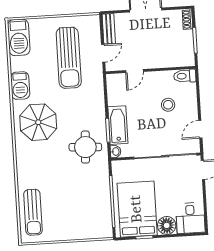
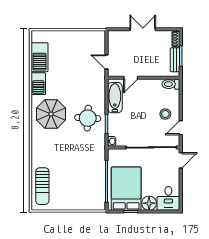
bench: (109, 29) -> (175, 60), moved
barbecue: (19, 37) -> (39, 57), moved
door: (103, 53) -> (106, 62), swing flipped
sun lounger: (69, 58) -> (79, 64), removed
stool: (168, 105) -> (165, 114), moved
bathtub: (118, 125) -> (115, 98), moved
round table: (85, 147) -> (88, 118), moved

